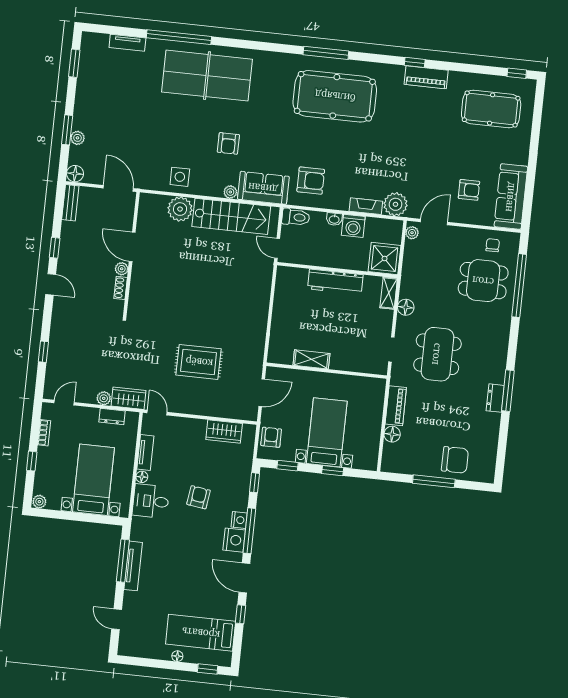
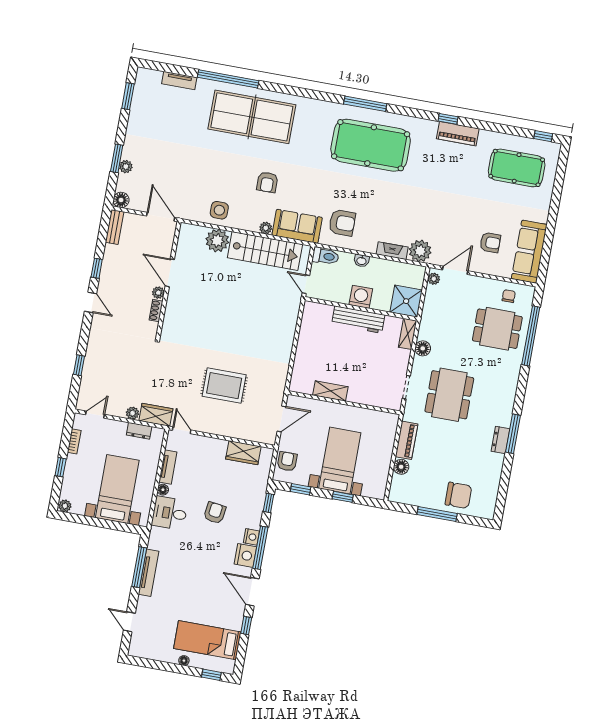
washing machine: (353, 226) -> (361, 297), moved, turned 180

